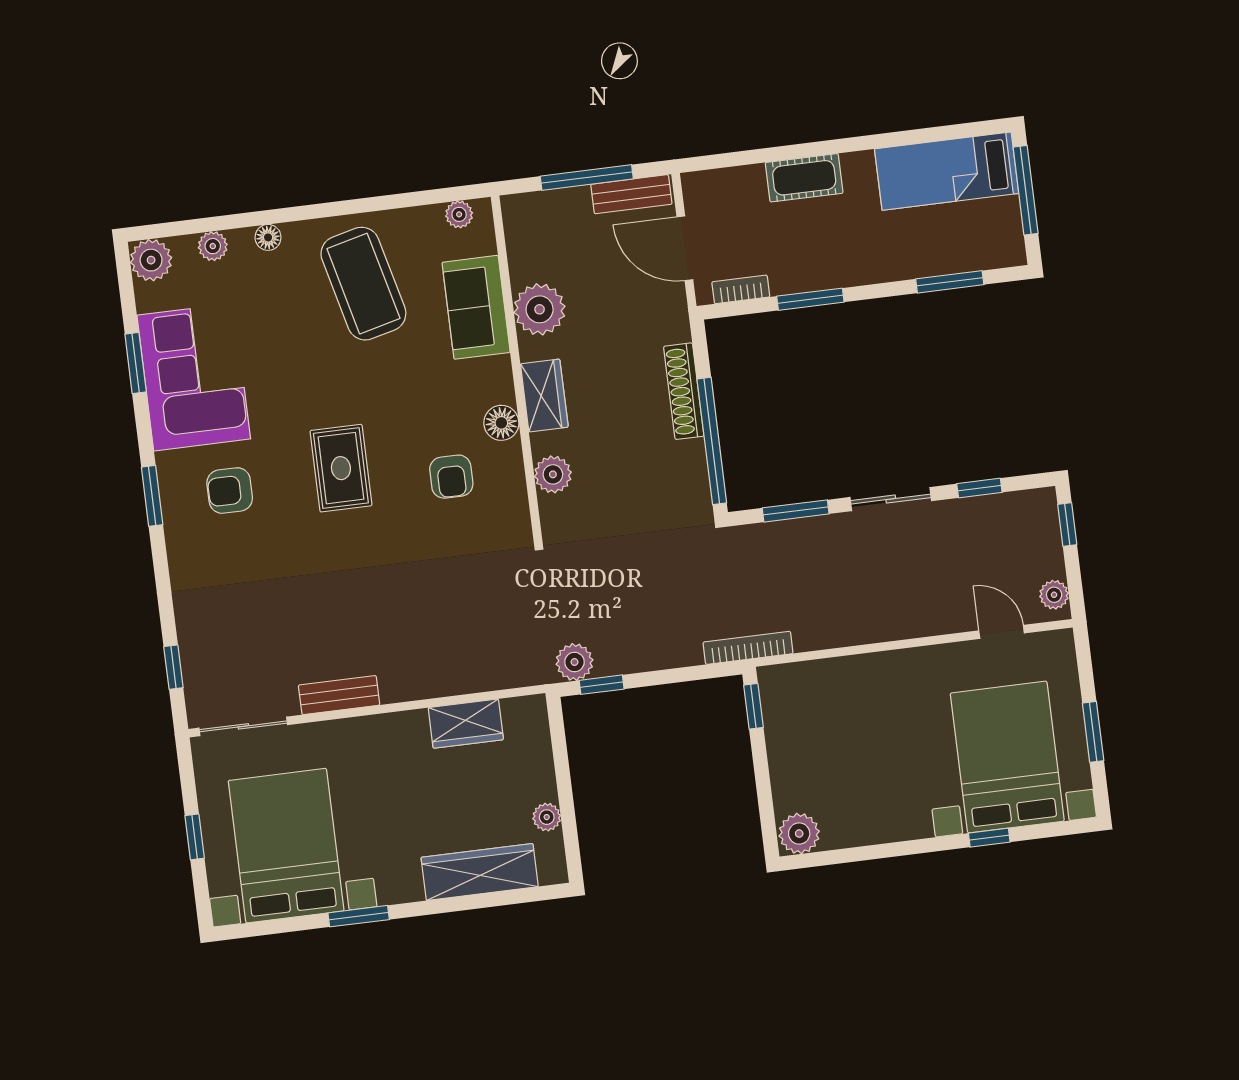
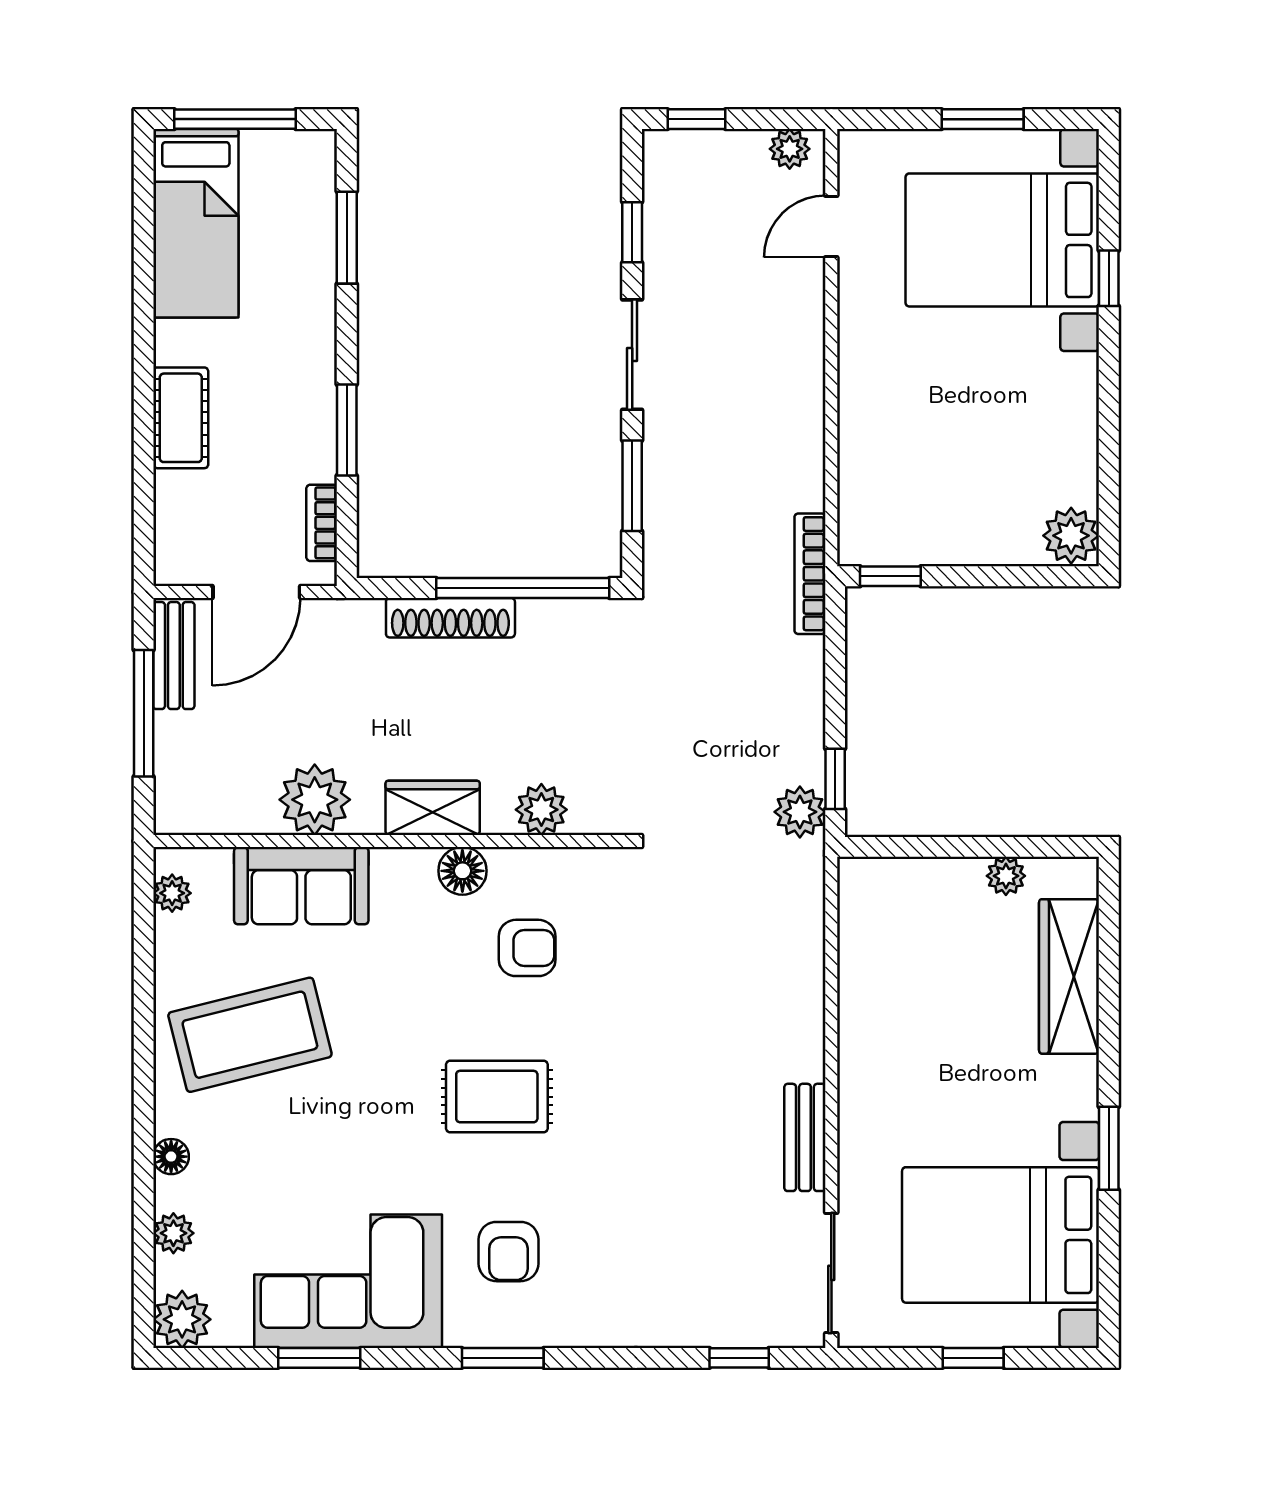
wardrobe: (466, 724) -> (865, 970), removed

